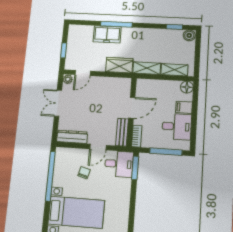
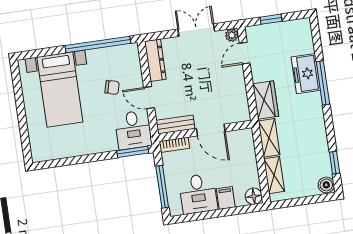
door: (83, 73) -> (245, 53), hinge flipped

